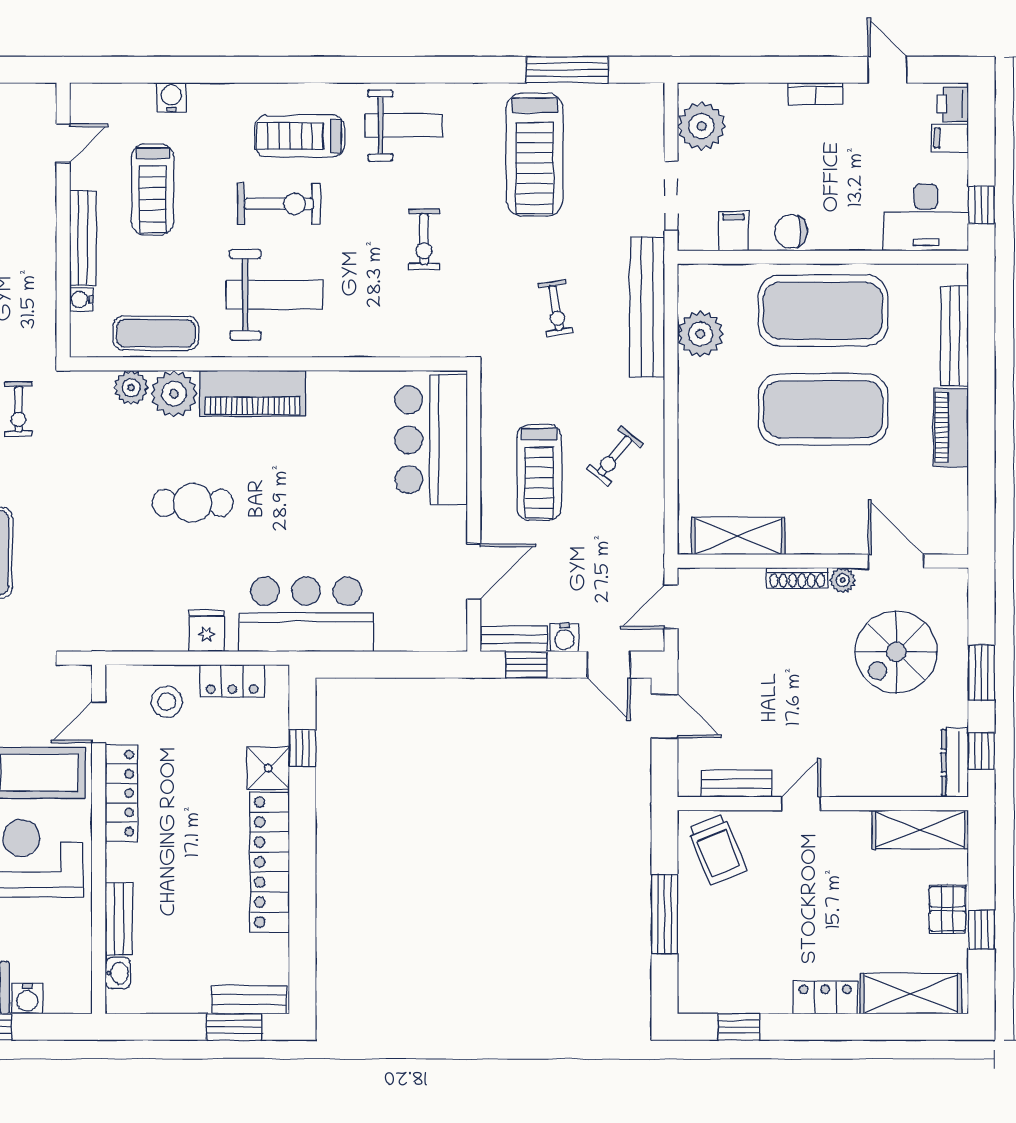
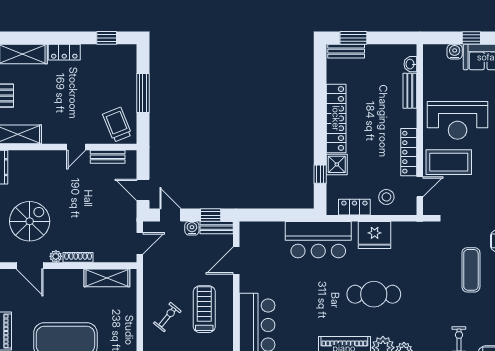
cafe table: (193, 503) -> (374, 294), width x1.37, depth x1.35
fridge: (207, 631) -> (375, 235), width x1.88, depth x1.34

